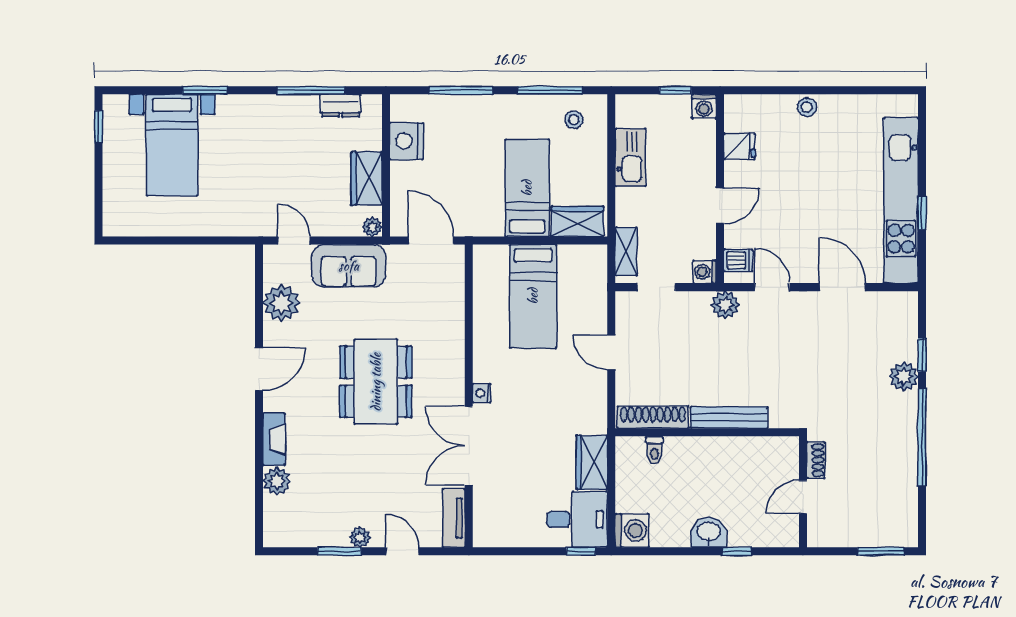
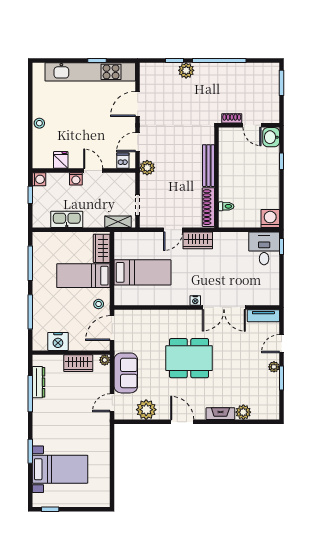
dresser: (340, 105) -> (38, 382), width x1.44
stool: (574, 120) -> (99, 304), moved
washing machine: (705, 272) -> (76, 179), moved
wardrobe: (592, 462) -> (198, 240), moved
washbasin: (709, 532) -> (271, 137), moved

